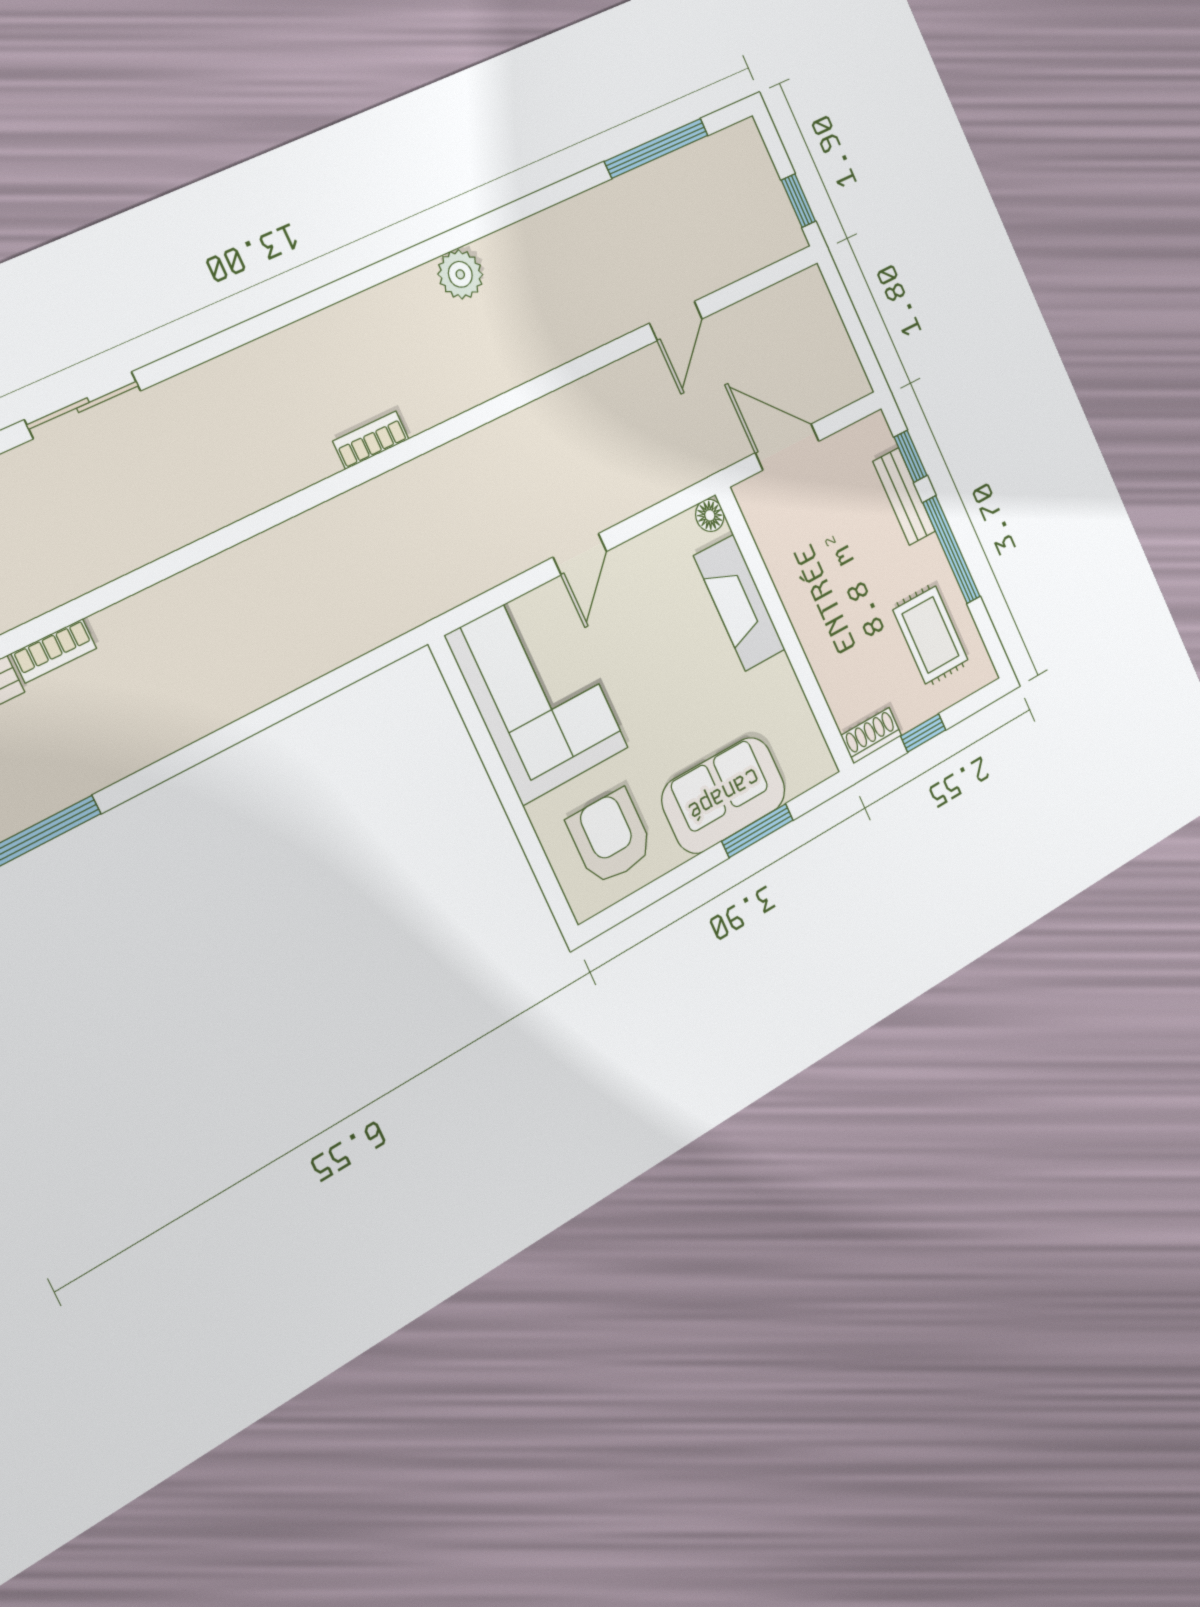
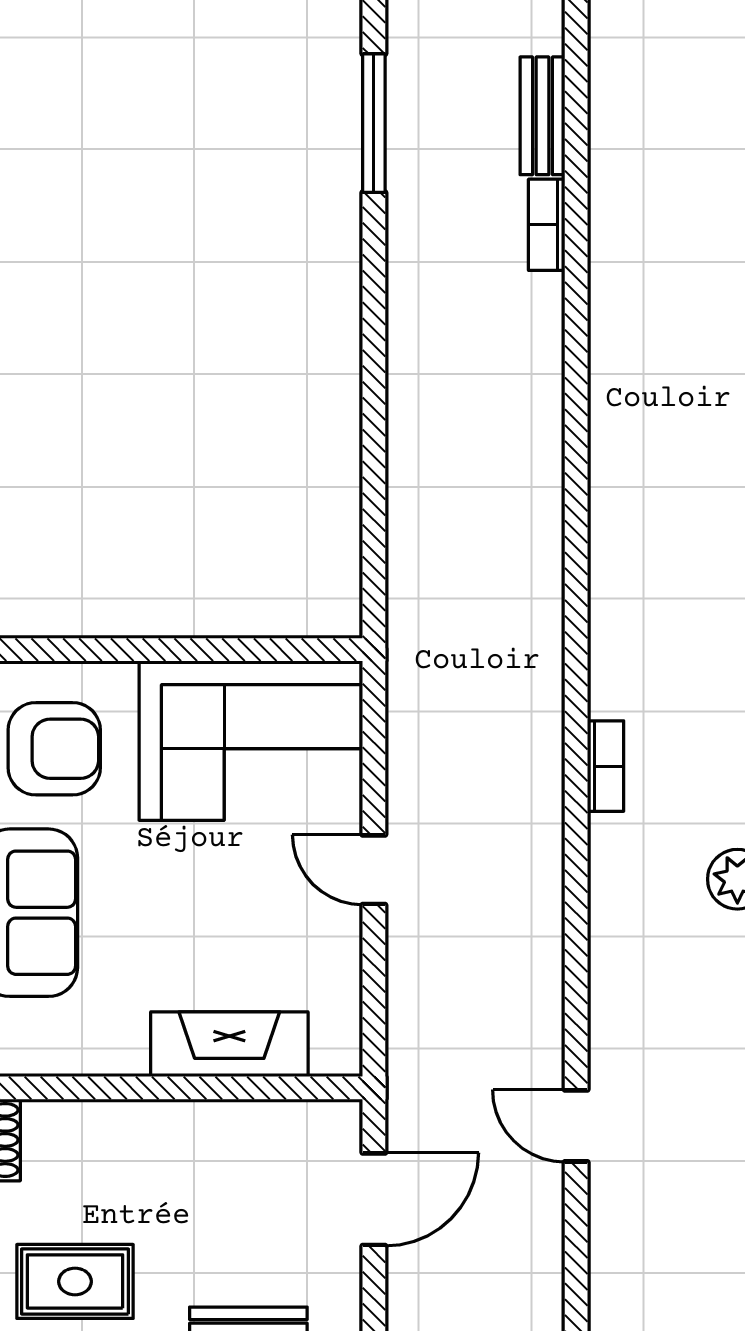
bookcase: (371, 440) -> (606, 766), moved
floor lamp: (710, 515) -> (343, 1057), removed

